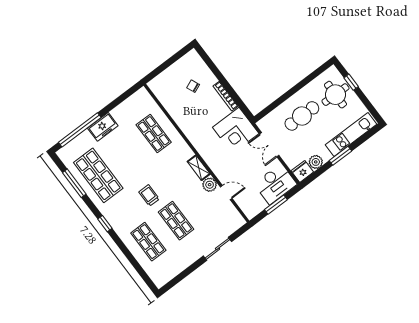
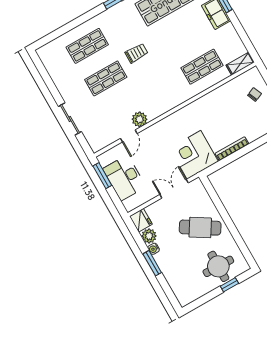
chair: (193, 86) -> (255, 94), moved
cafe table: (302, 116) -> (200, 228), turned -58
kitchen unit: (351, 134) -> (174, 277), removed
water cooler: (327, 156) -> (154, 249), added
shelving: (199, 168) -> (240, 64), moved
desk: (275, 184) -> (124, 178), moved
window: (276, 205) -> (102, 176), moved

